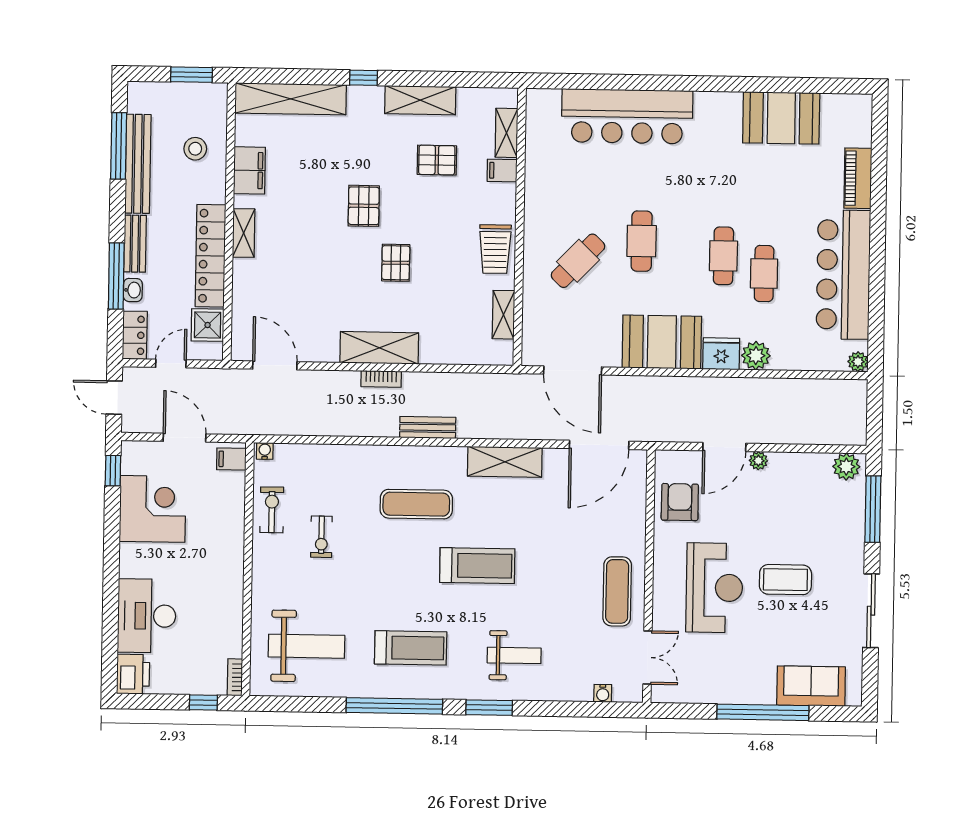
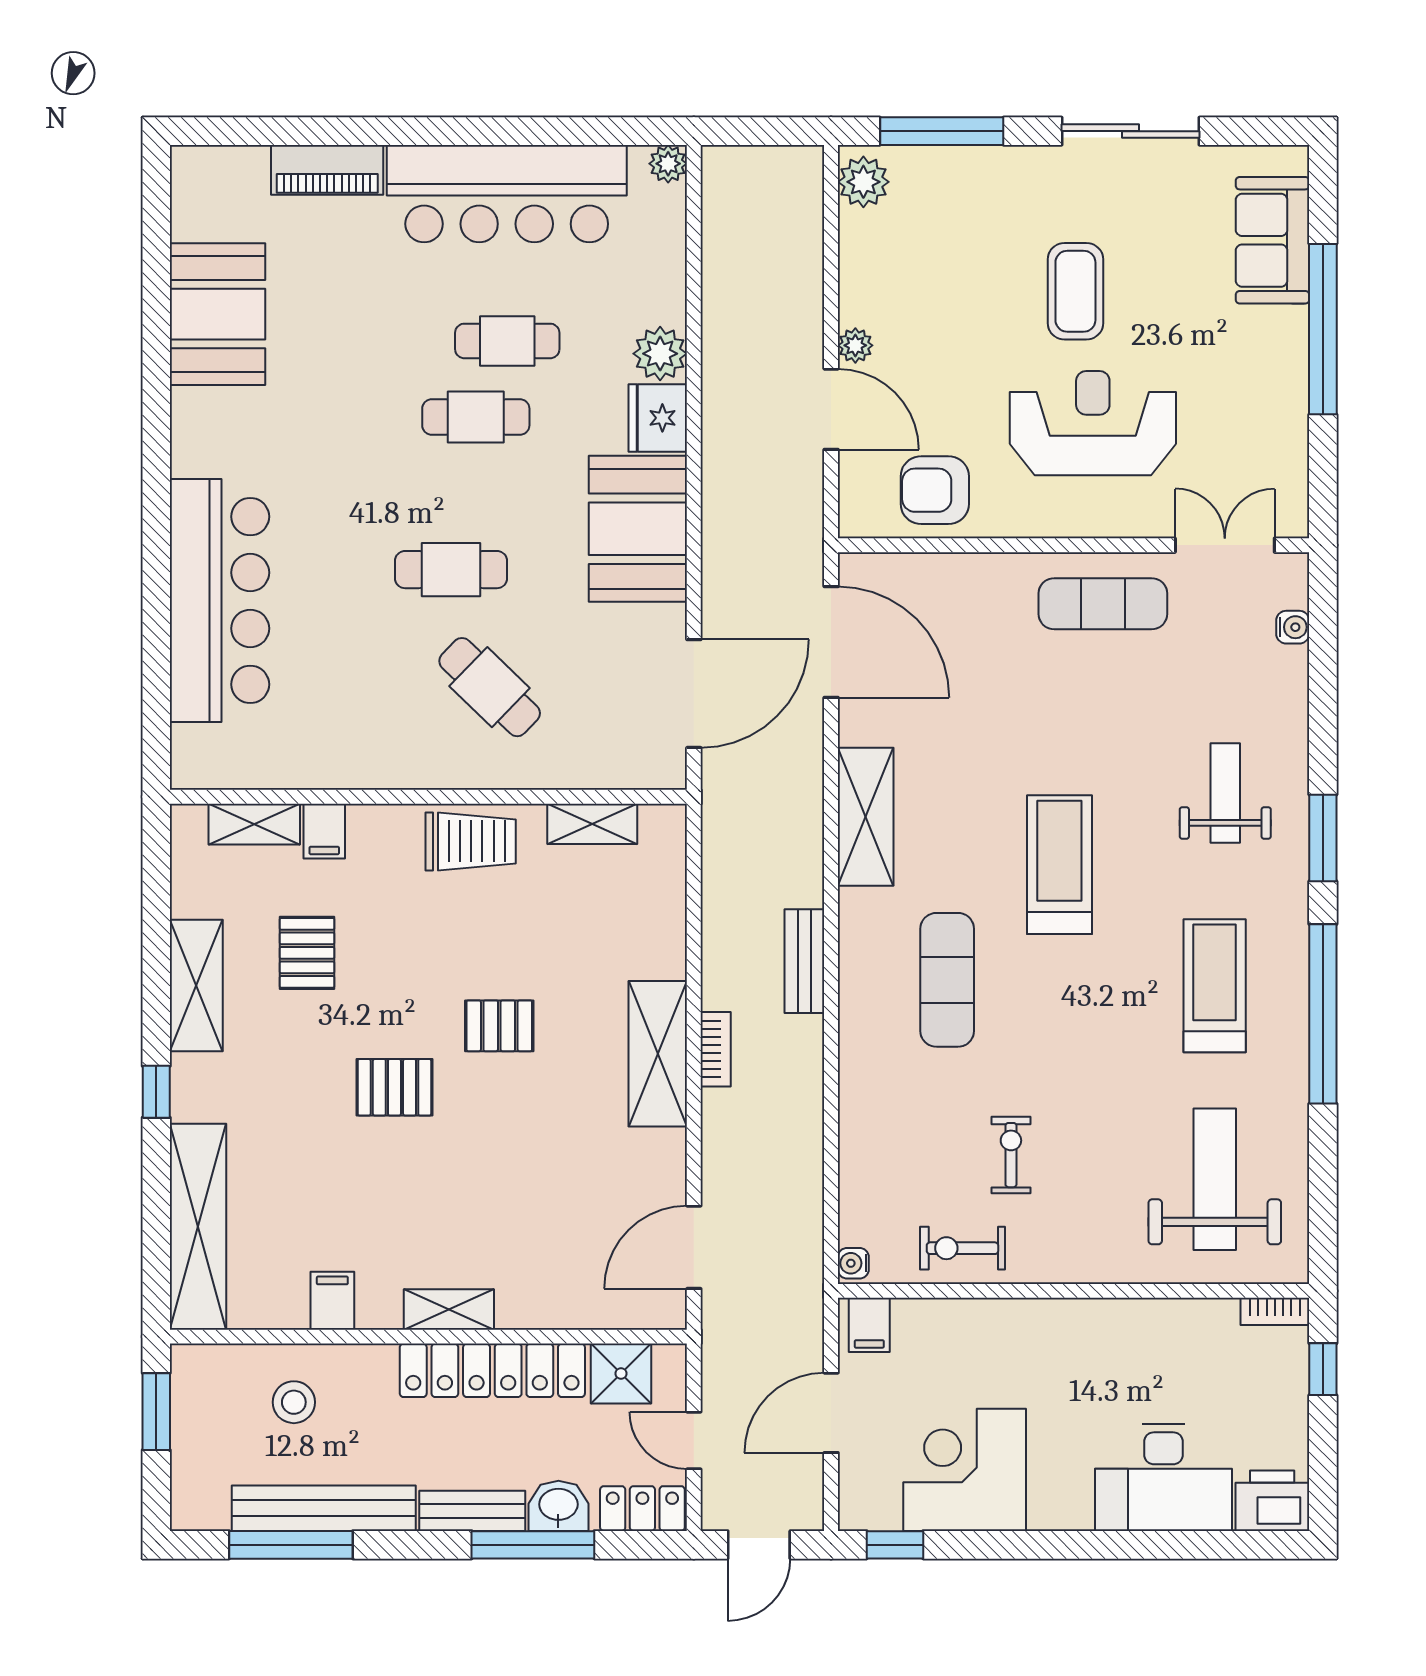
filing cabinet: (249, 170) -> (332, 1301), width x0.50
washbasin: (133, 290) -> (558, 1506), width x1.38, depth x1.45
exercise bike: (321, 537) -> (1011, 1155), turned -90

